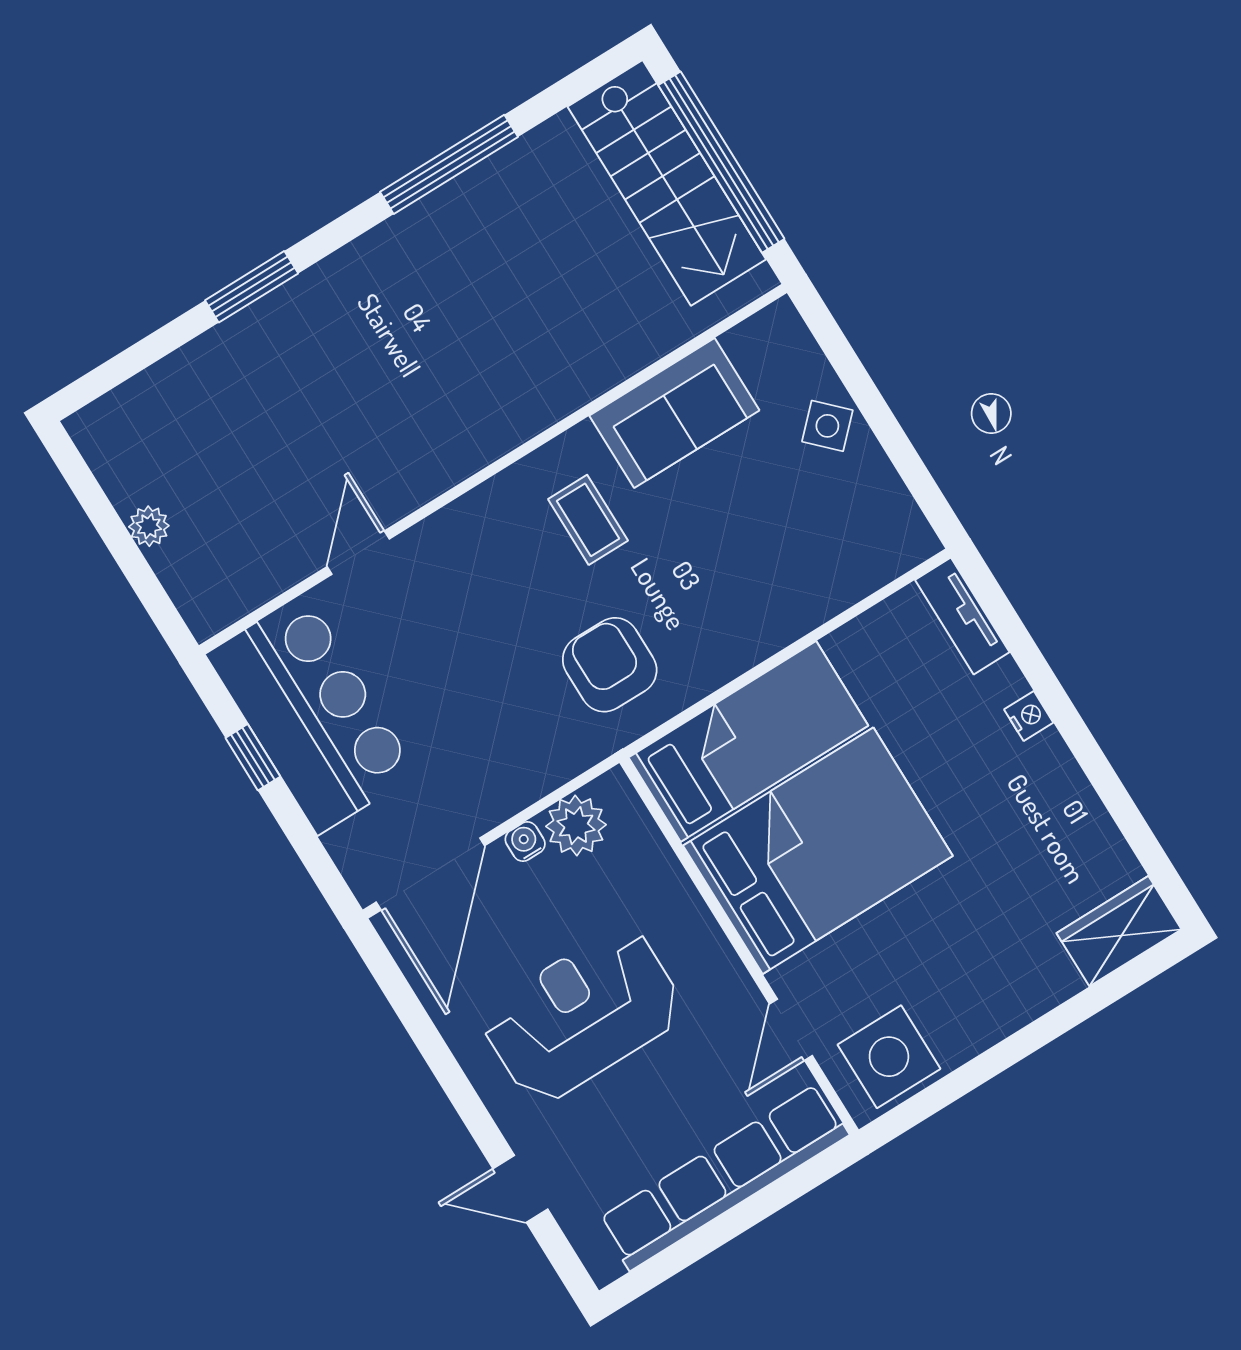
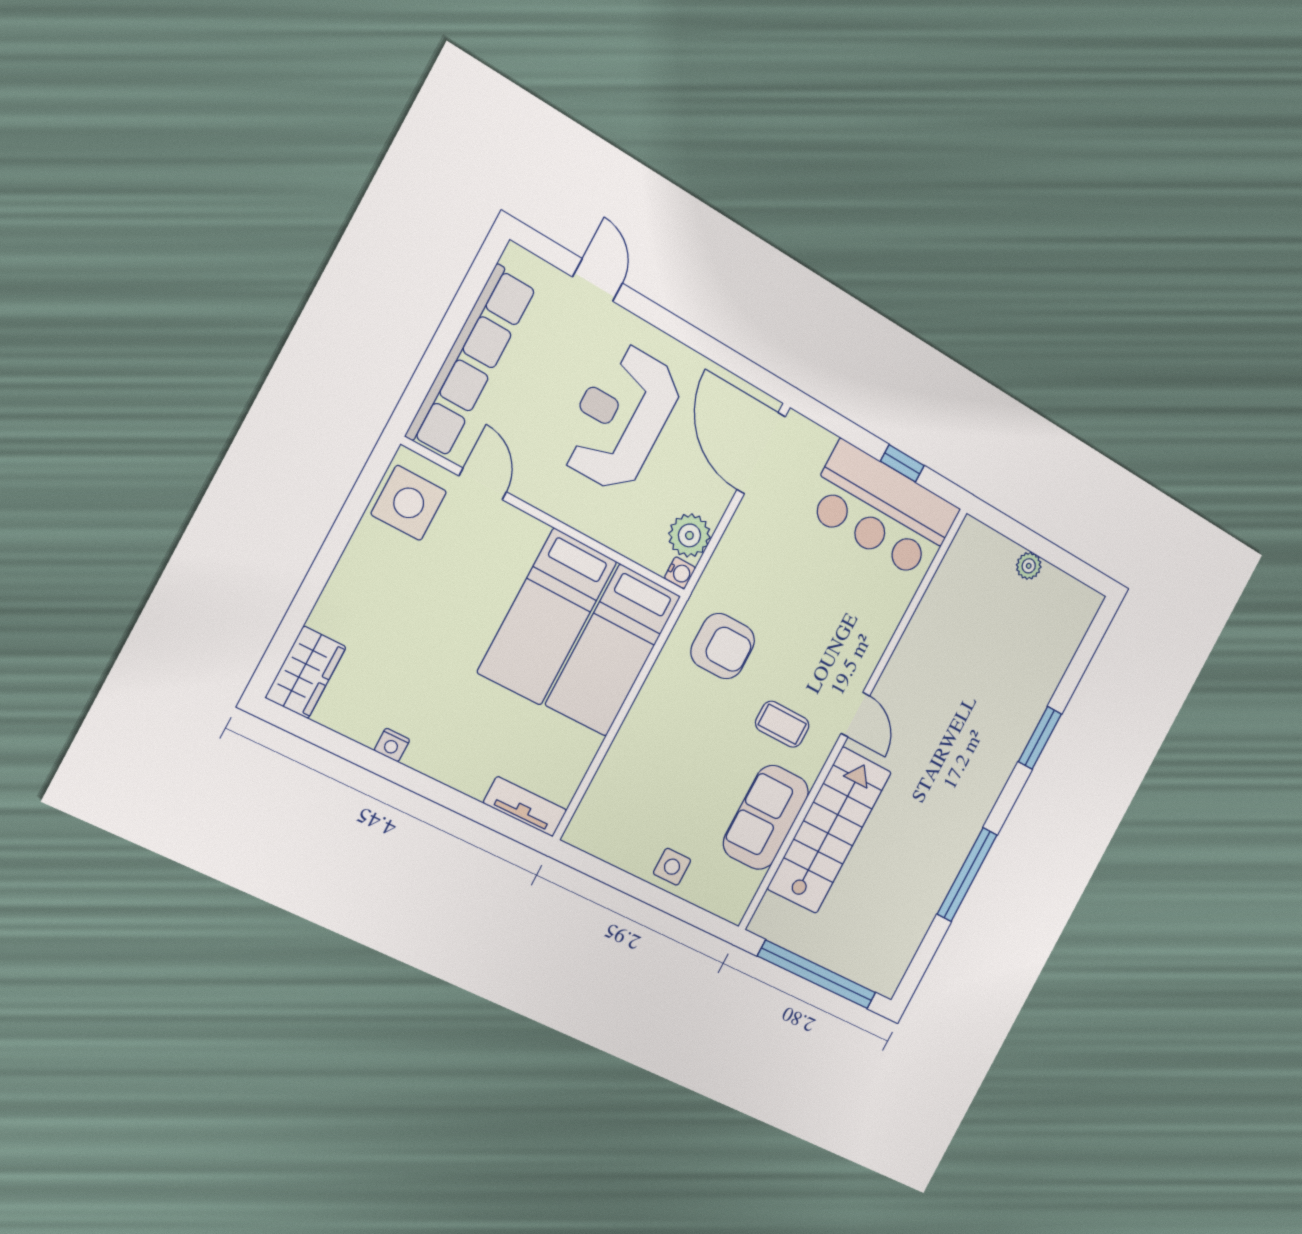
stairs: (667, 183) -> (829, 830), moved, turned 90
side table: (827, 426) -> (672, 867), turned 45
door: (358, 553) -> (855, 715), moved
nightstand: (1029, 716) -> (392, 745), moved
water cooler: (525, 842) -> (680, 573), moved
bed: (818, 851) -> (547, 617), width x0.67
reception desk: (582, 1014) -> (620, 418), turned 180
door: (520, 1189) -> (598, 280), hinge flipped

